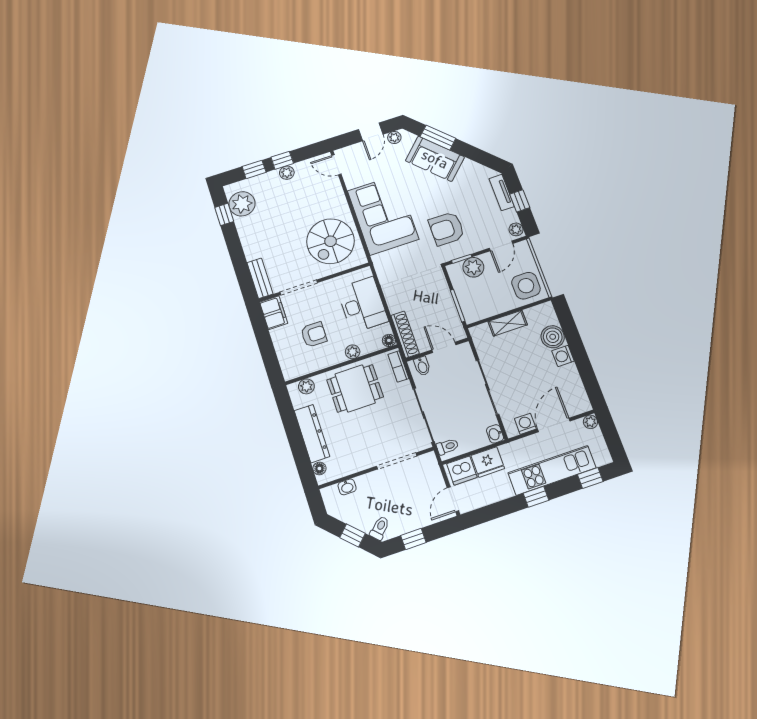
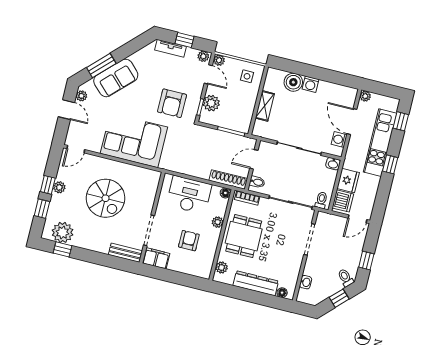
spiral stairs: (330, 241) -> (106, 198), moved
plant: (523, 247) -> (219, 60), added
side table: (526, 286) -> (247, 76), width x0.54, depth x0.54
door: (453, 499) -> (358, 219), hinge flipped

